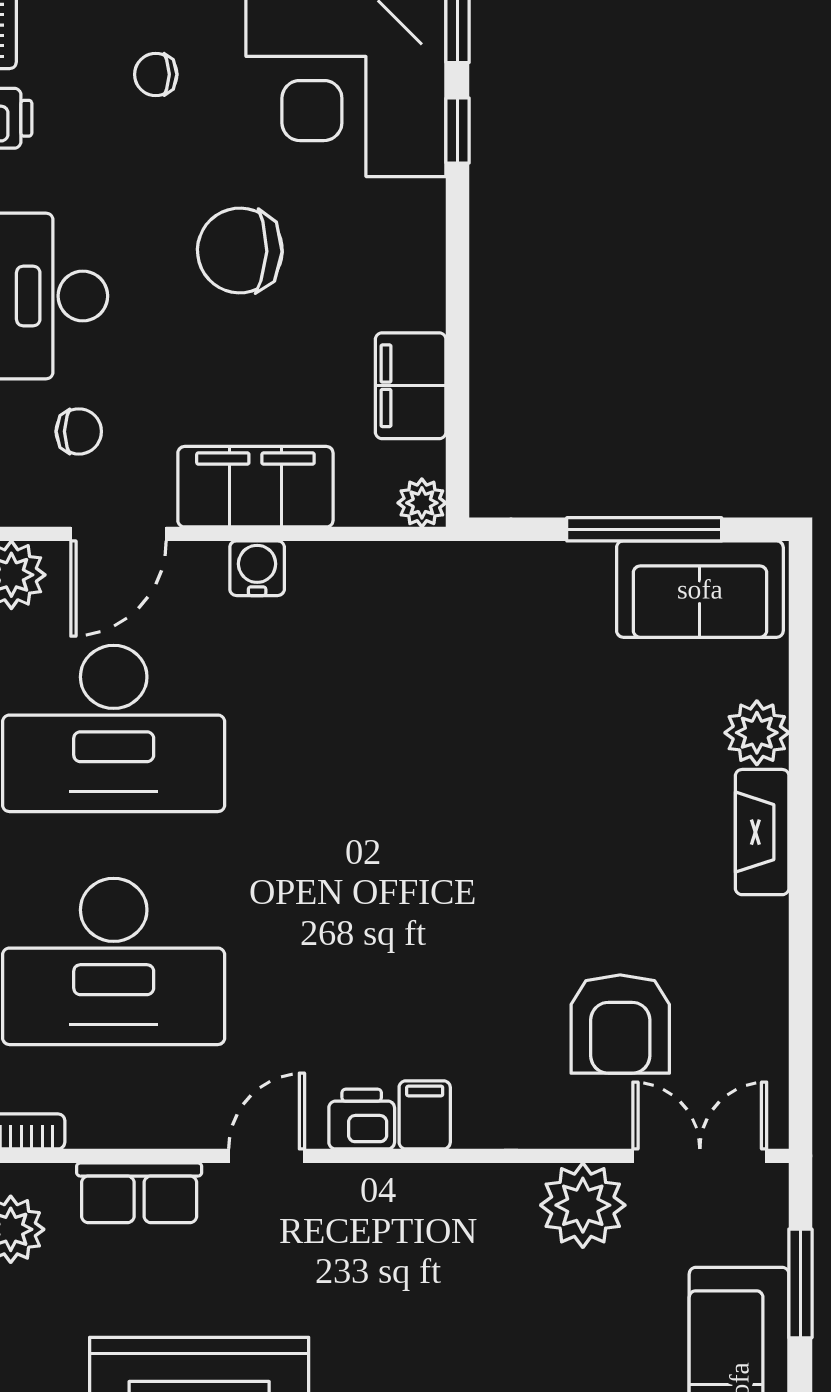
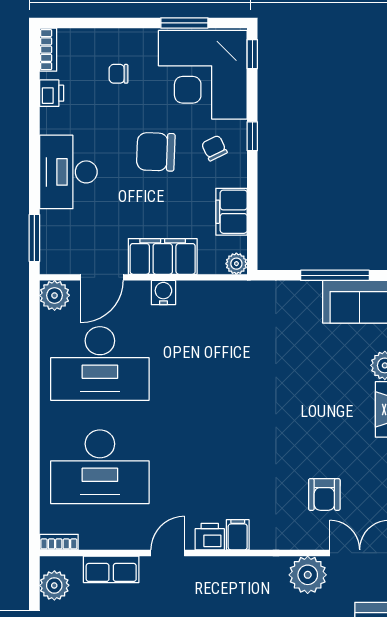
window: (458, 130) -> (252, 136), moved
chair: (79, 431) -> (214, 148), moved, turned -116
armchair: (620, 1024) -> (324, 494), width x0.72, depth x0.72

